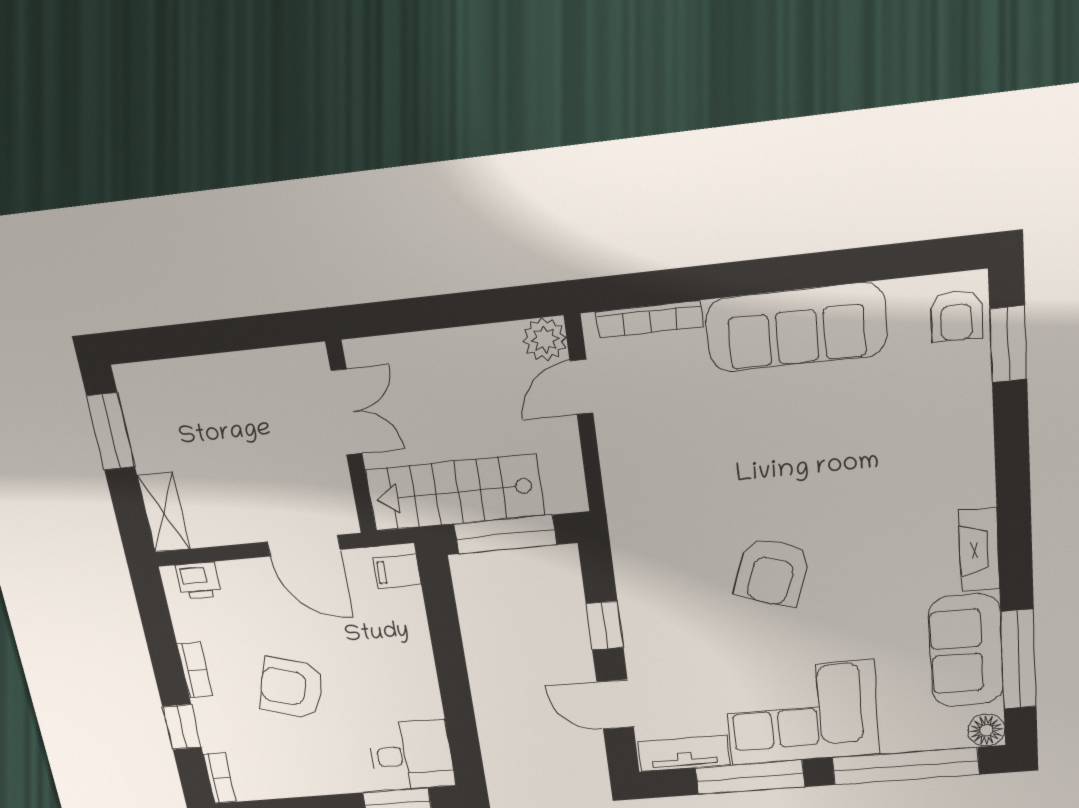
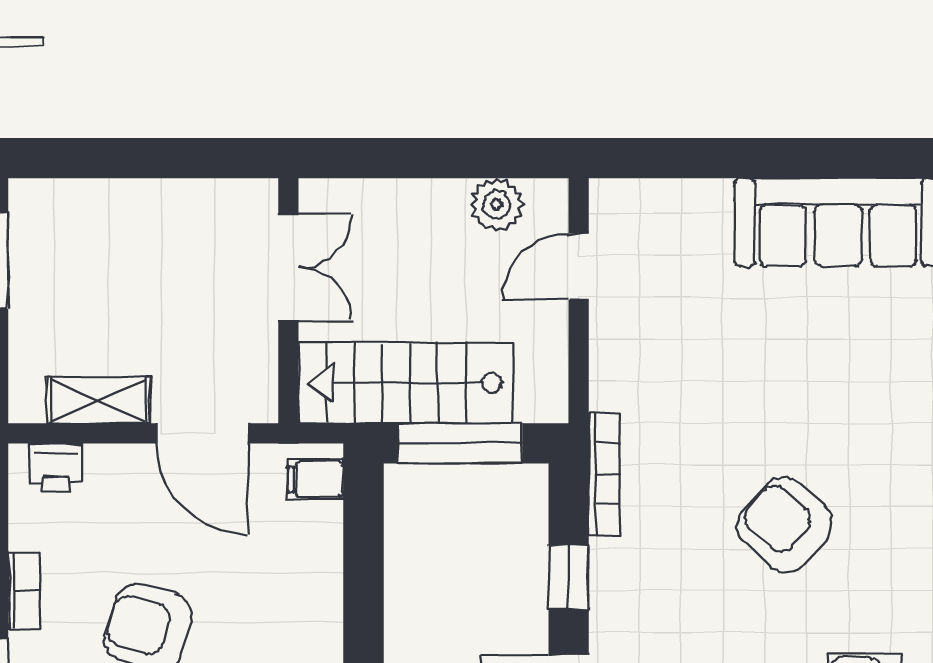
bookcase: (650, 319) -> (604, 474), moved, turned -90
plant: (545, 339) -> (497, 205), moved
shelving: (164, 512) -> (98, 400), moved, turned 90
armchair: (772, 572) -> (785, 525), turned 113

